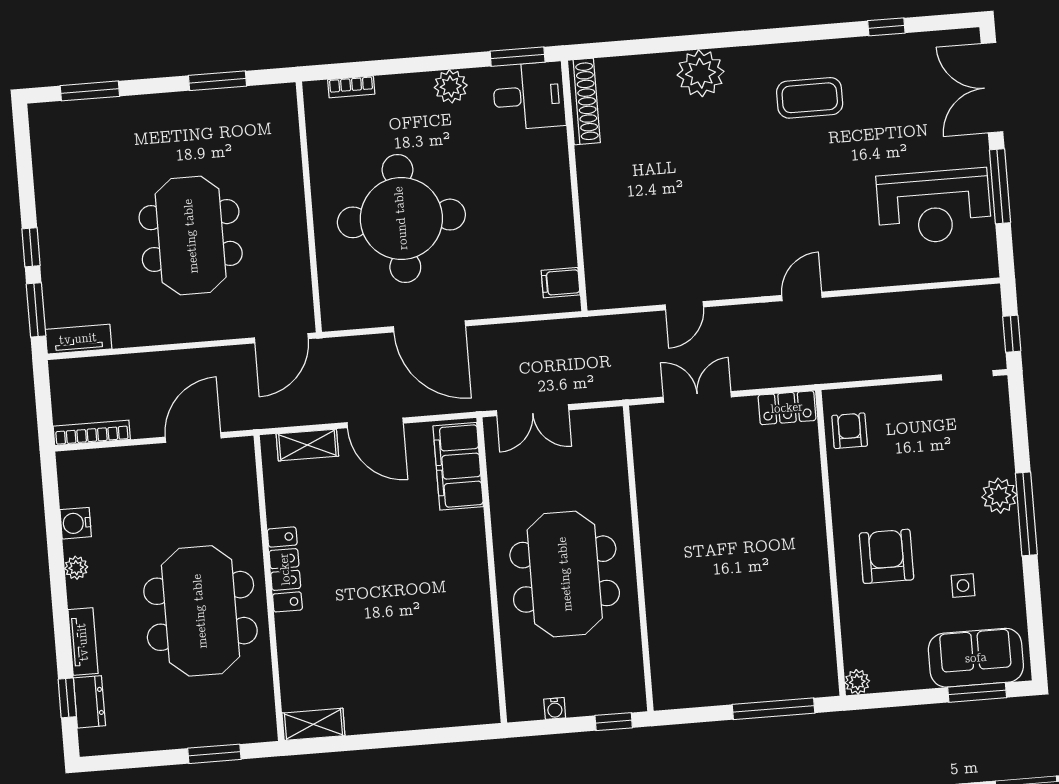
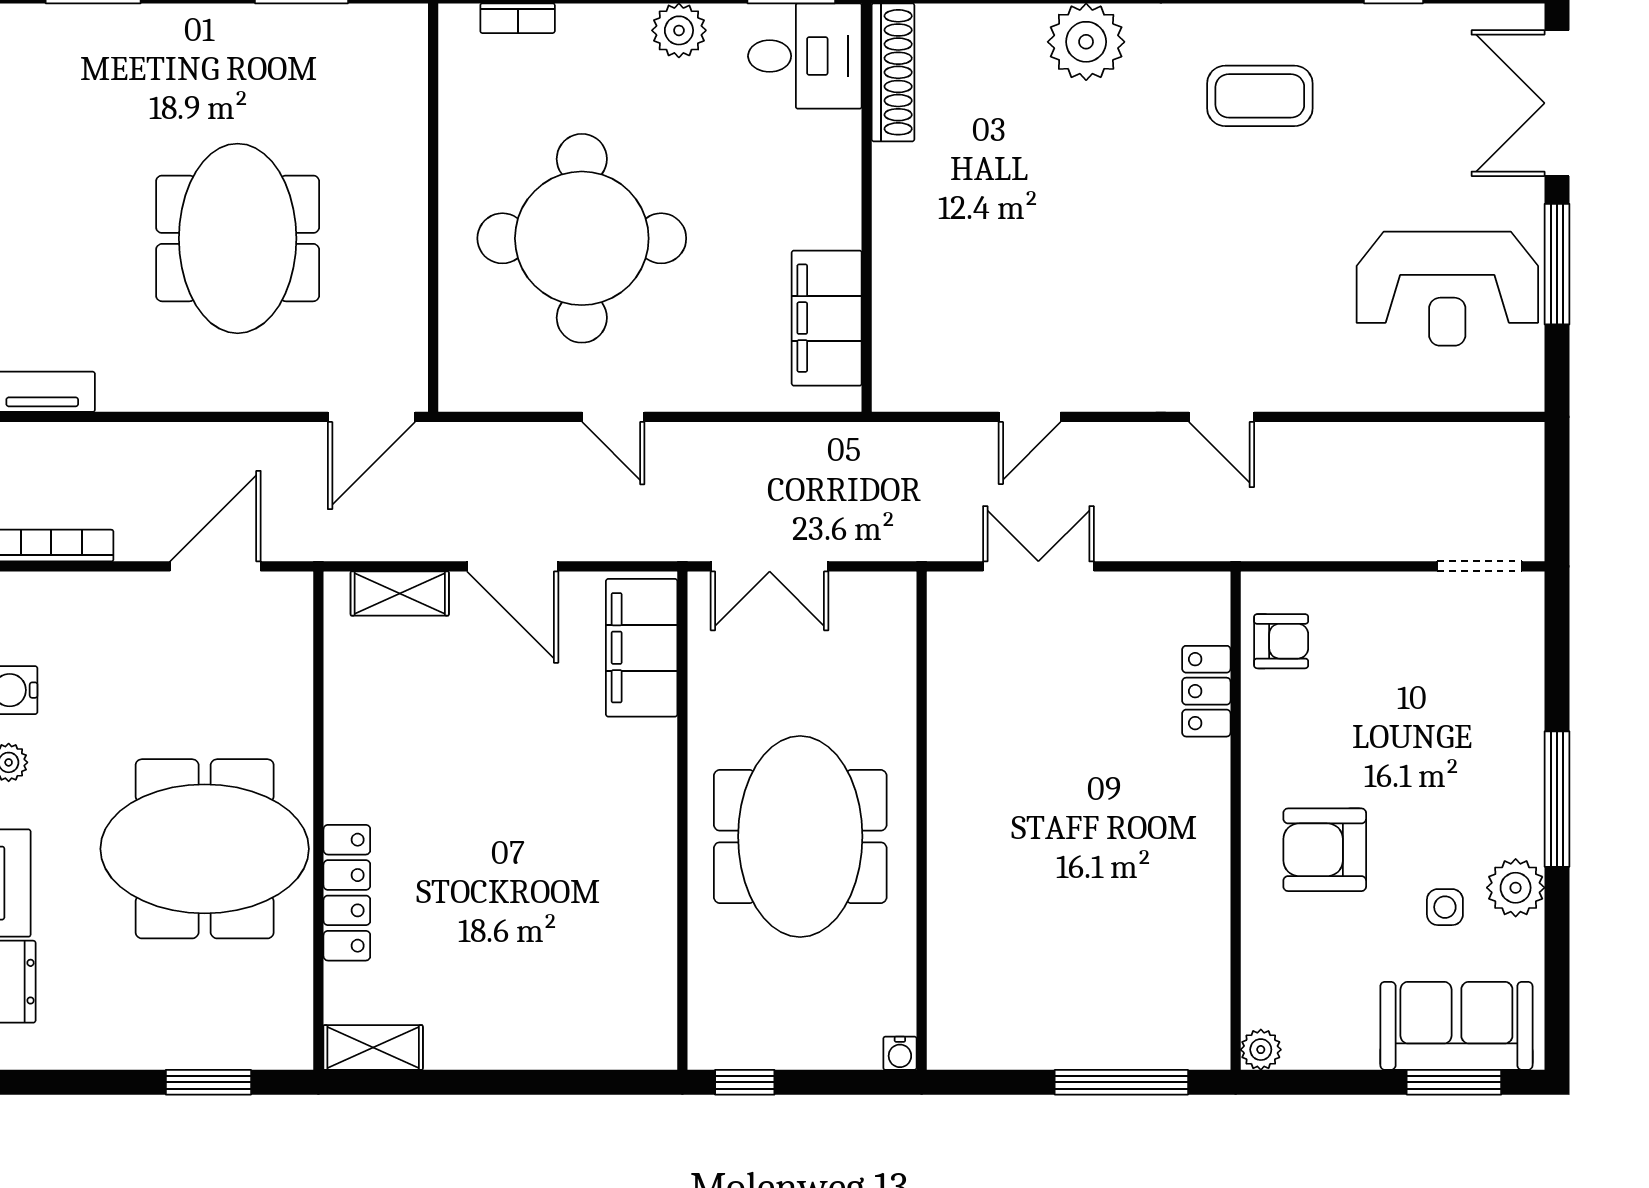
filing cabinet: (561, 283) -> (827, 318), width x3.00, depth x1.17
door: (802, 296) -> (1221, 417), swing flipped
door: (429, 326) -> (613, 417), width x0.53
window: (1012, 334) -> (1557, 505), removed
locker: (787, 408) -> (1206, 691), moved, turned 90
armchair: (850, 431) -> (1281, 641), turned 90
plant: (999, 496) -> (1516, 888), moved
armchair: (887, 556) -> (1325, 850), turned -90
locker: (285, 569) -> (347, 893), moved
meeting table: (200, 611) -> (205, 849), turned 90
water cooler: (555, 708) -> (900, 1053), moved
window: (614, 722) -> (745, 1082), moved

